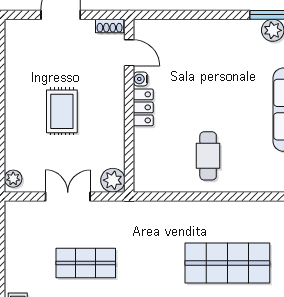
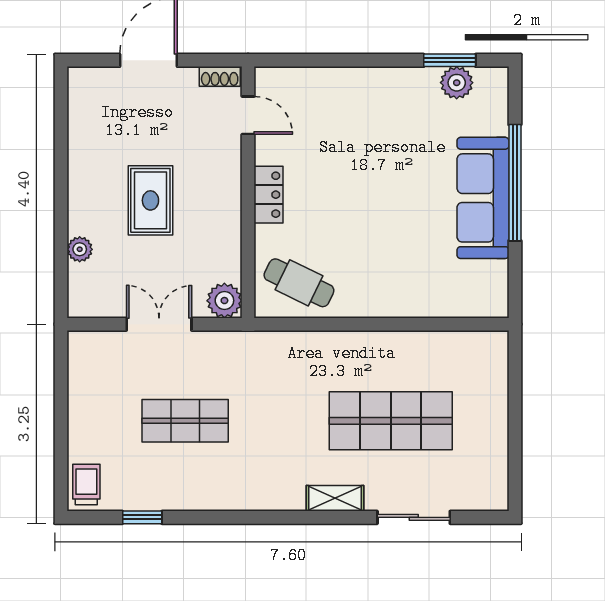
water cooler: (140, 79) -> (265, 153), removed
cafe table: (208, 156) -> (299, 283), moved, turned -64
plant: (13, 179) -> (80, 249), moved

